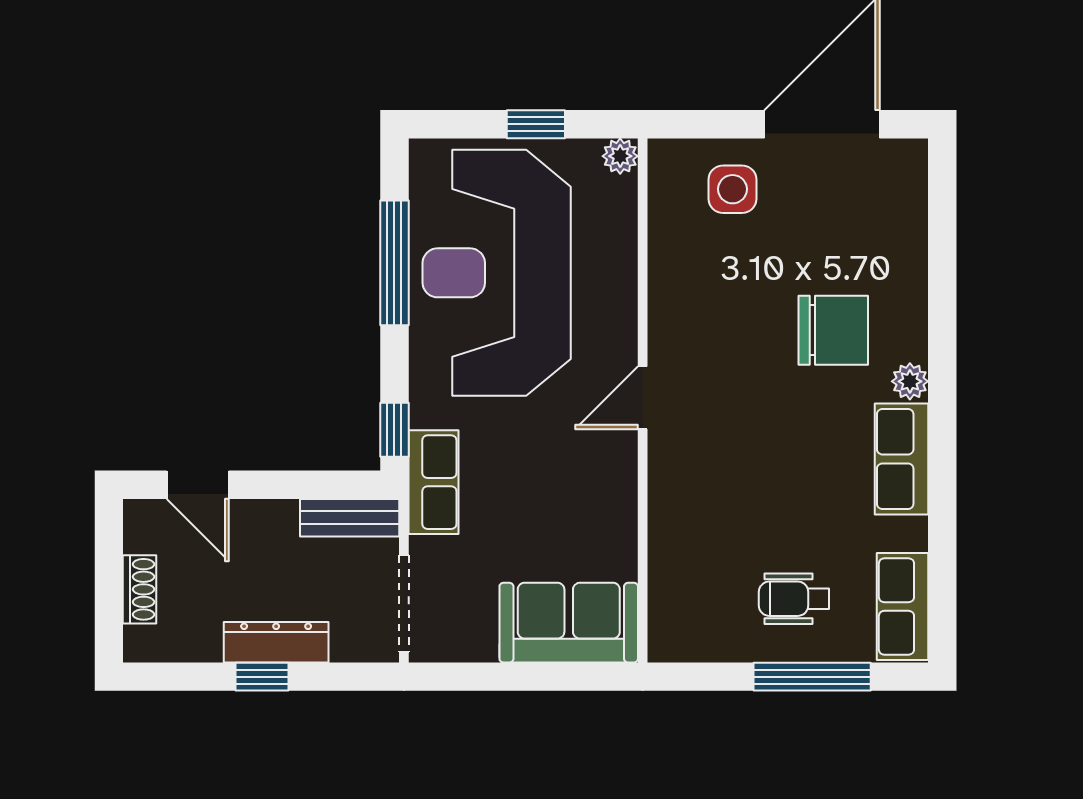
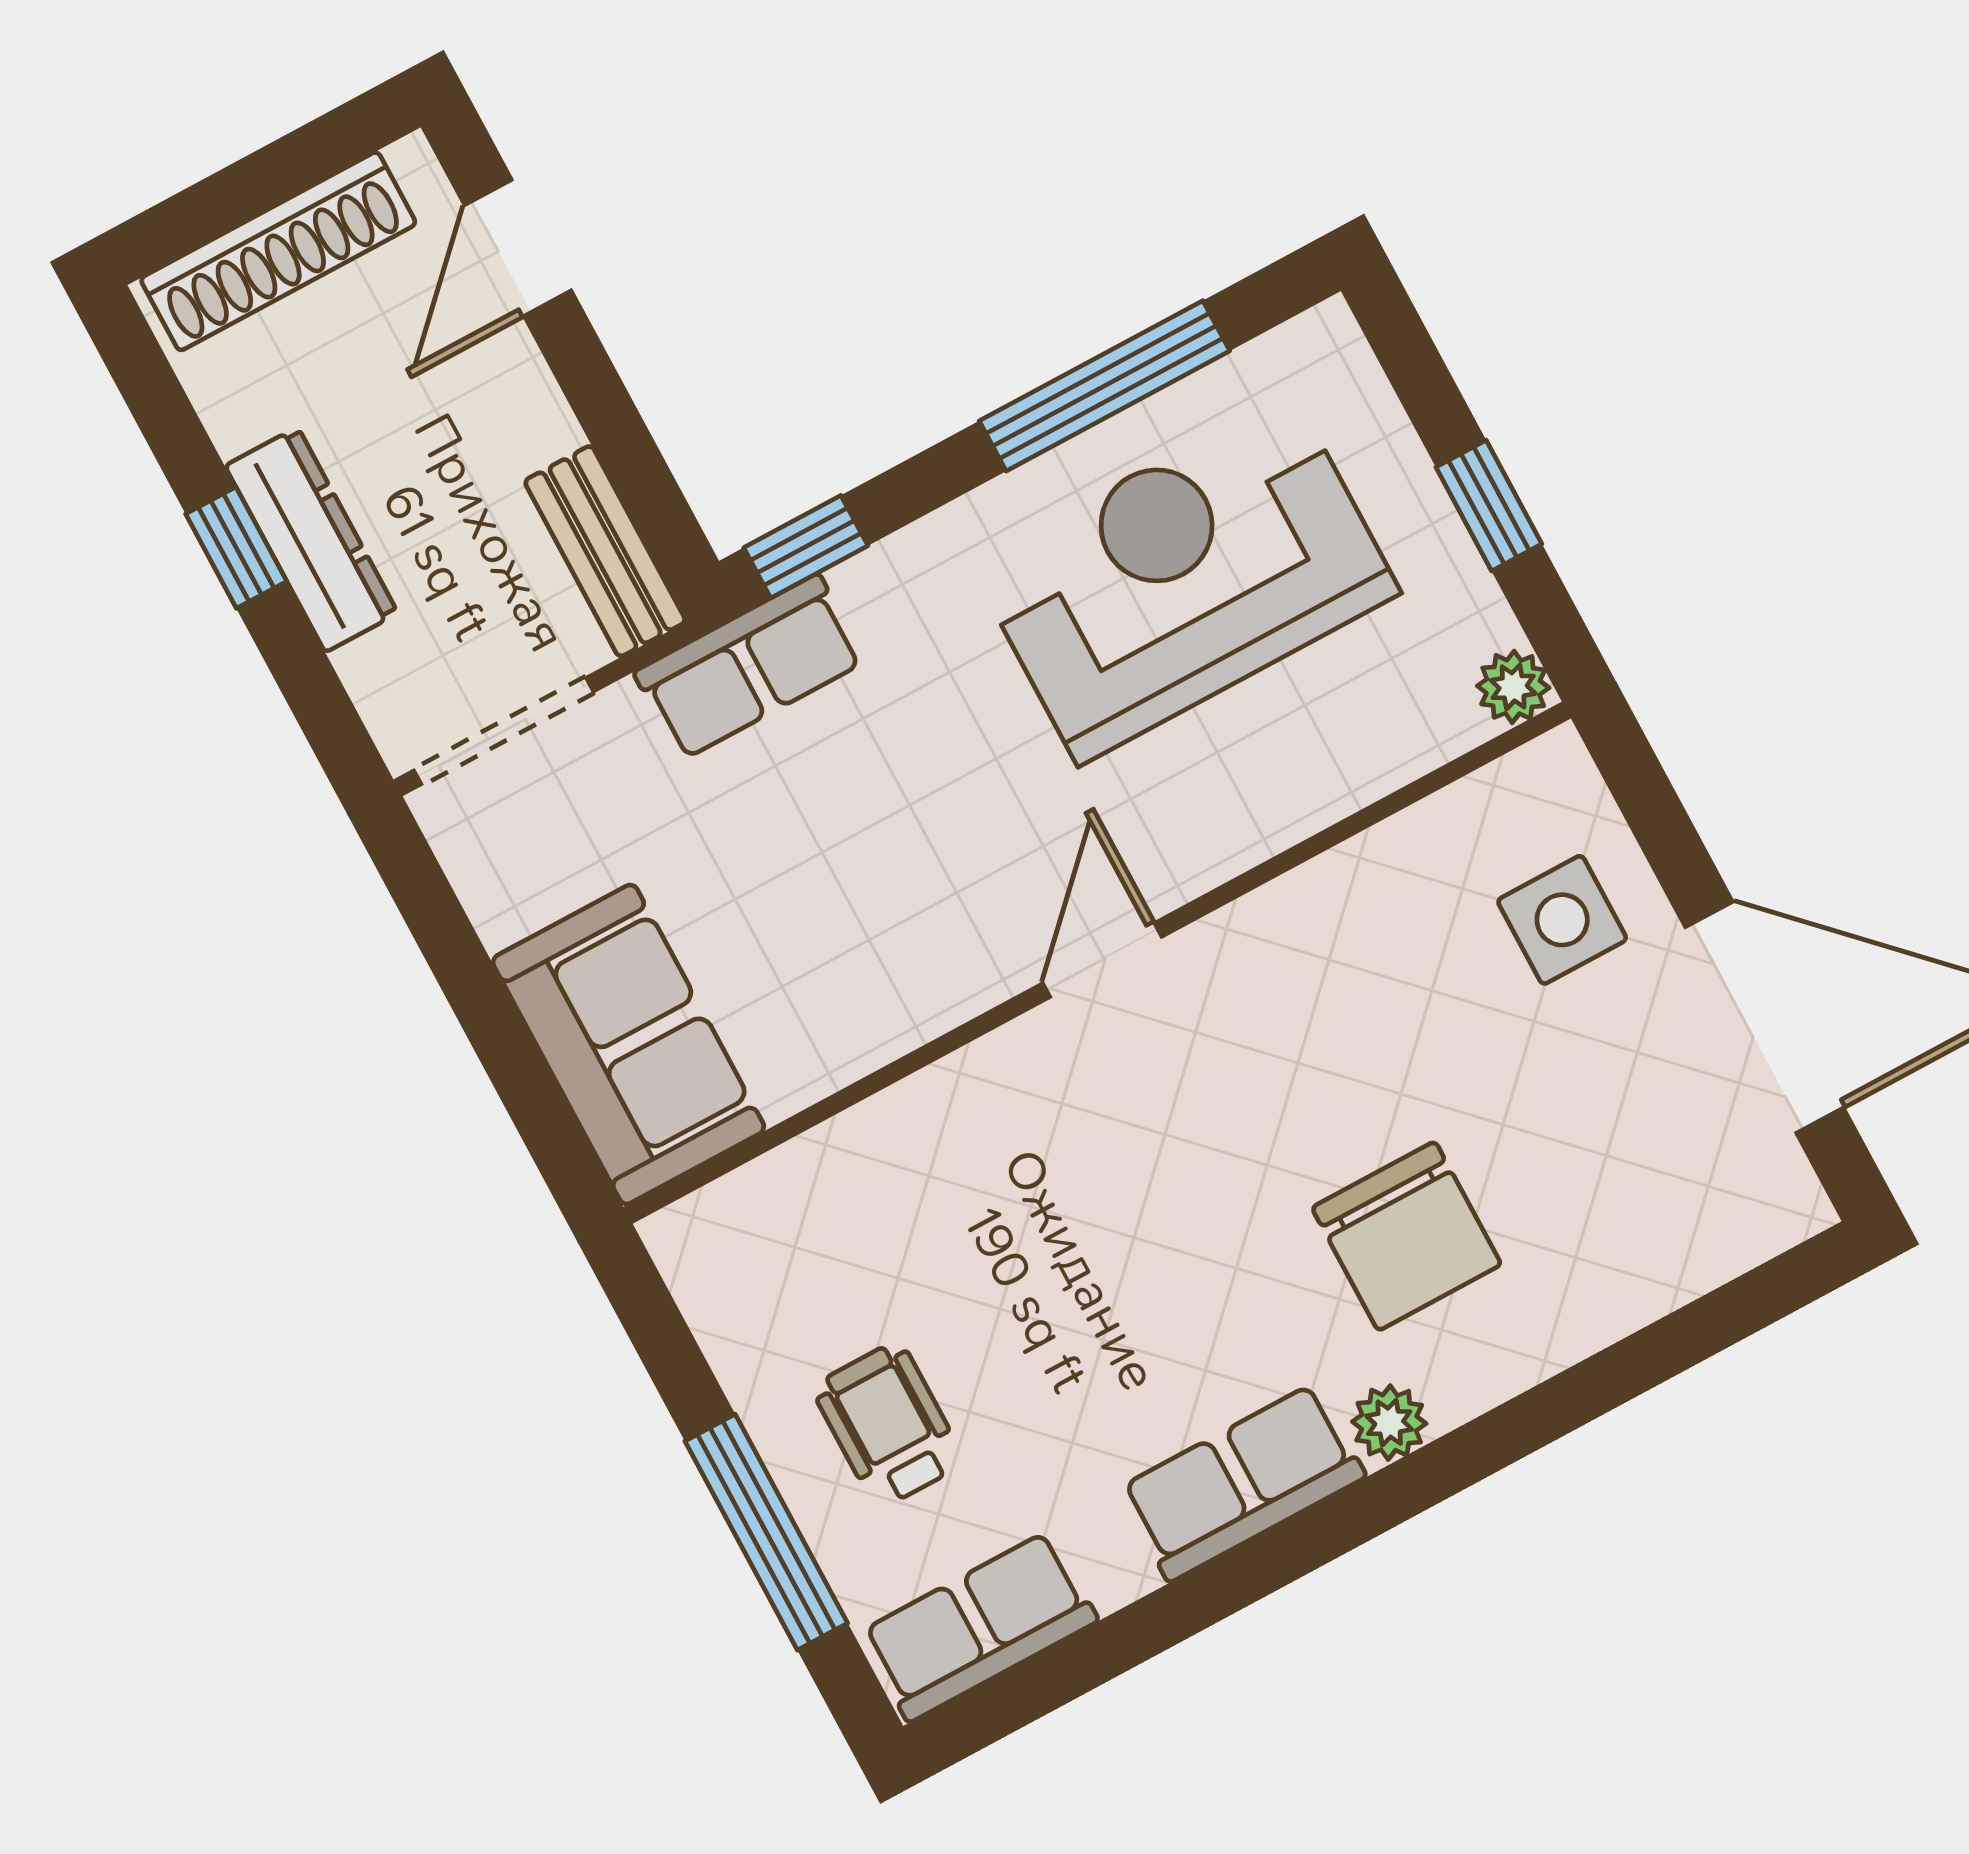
reception desk: (497, 273) -> (1185, 578), width x0.74, depth x0.77
door: (643, 398) -> (1102, 960), hinge flipped
shoe rack: (140, 589) -> (278, 251), width x1.94, depth x1.24

